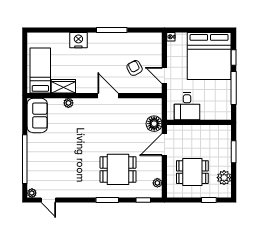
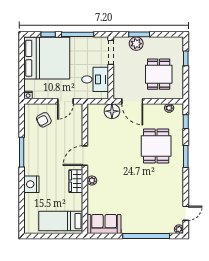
armchair: (135, 68) -> (44, 120), moved
wardrobe: (63, 86) -> (76, 181), moved
plant: (68, 103) -> (92, 181), moved
doorway: (215, 122) -> (111, 52), added
plant: (224, 178) -> (136, 44), moved

